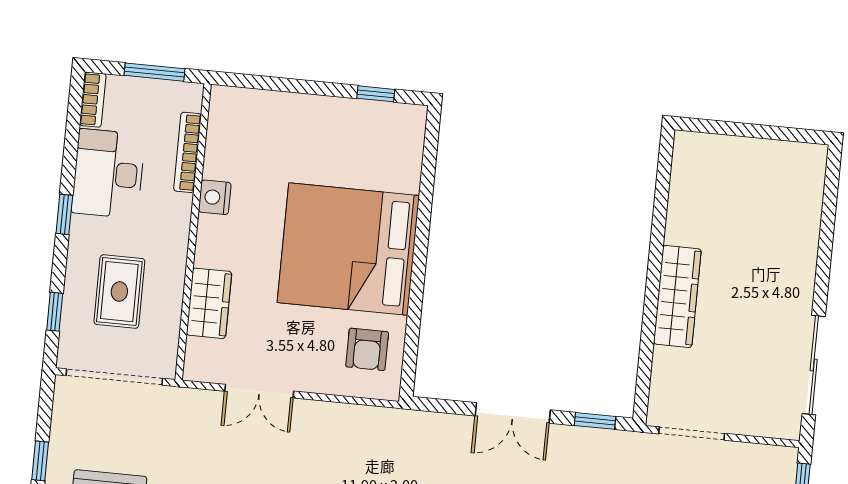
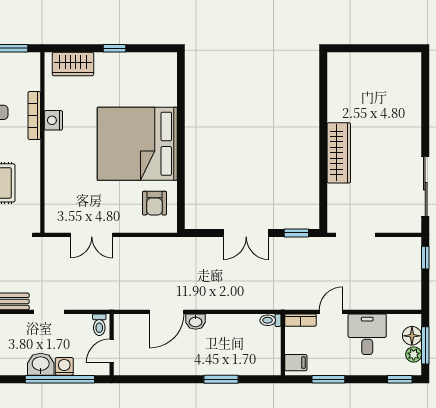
window: (376, 94) -> (115, 48), moved
bookcase: (187, 152) -> (34, 115), moved
wardrobe: (209, 303) -> (73, 64), moved, turned 90

